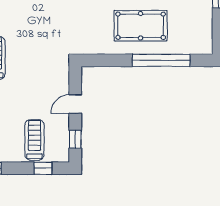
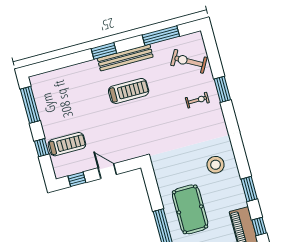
window: (43, 168) -> (42, 148), moved

